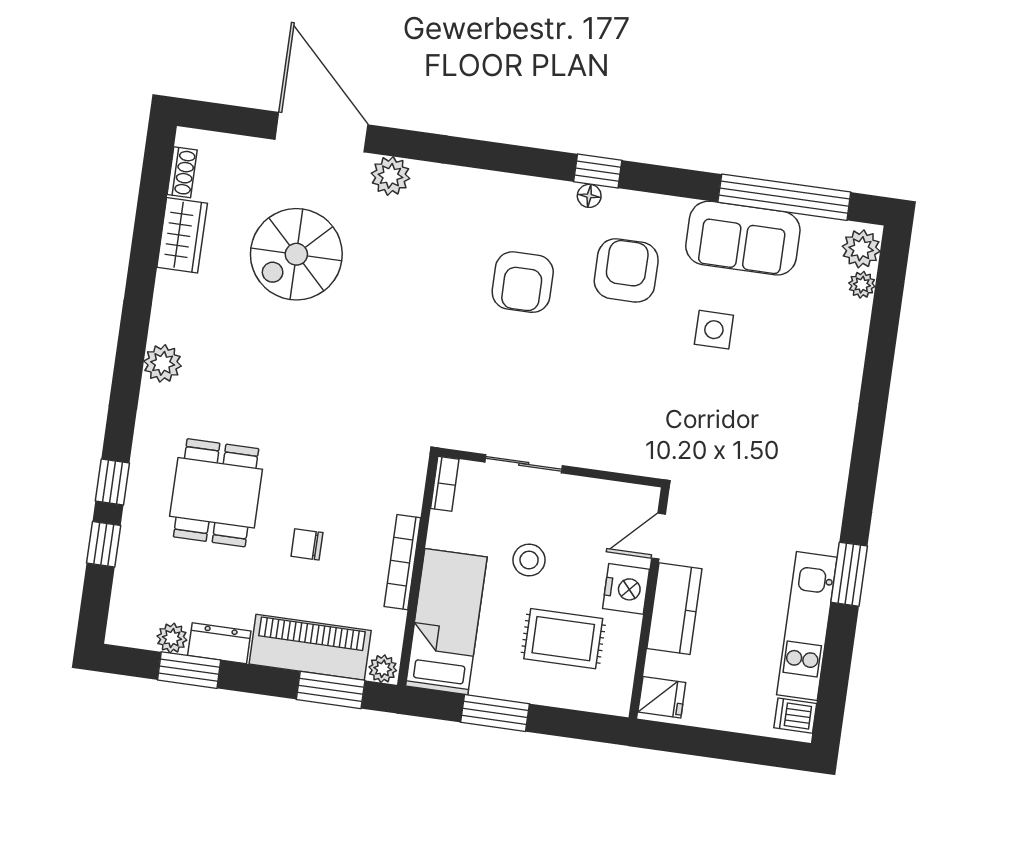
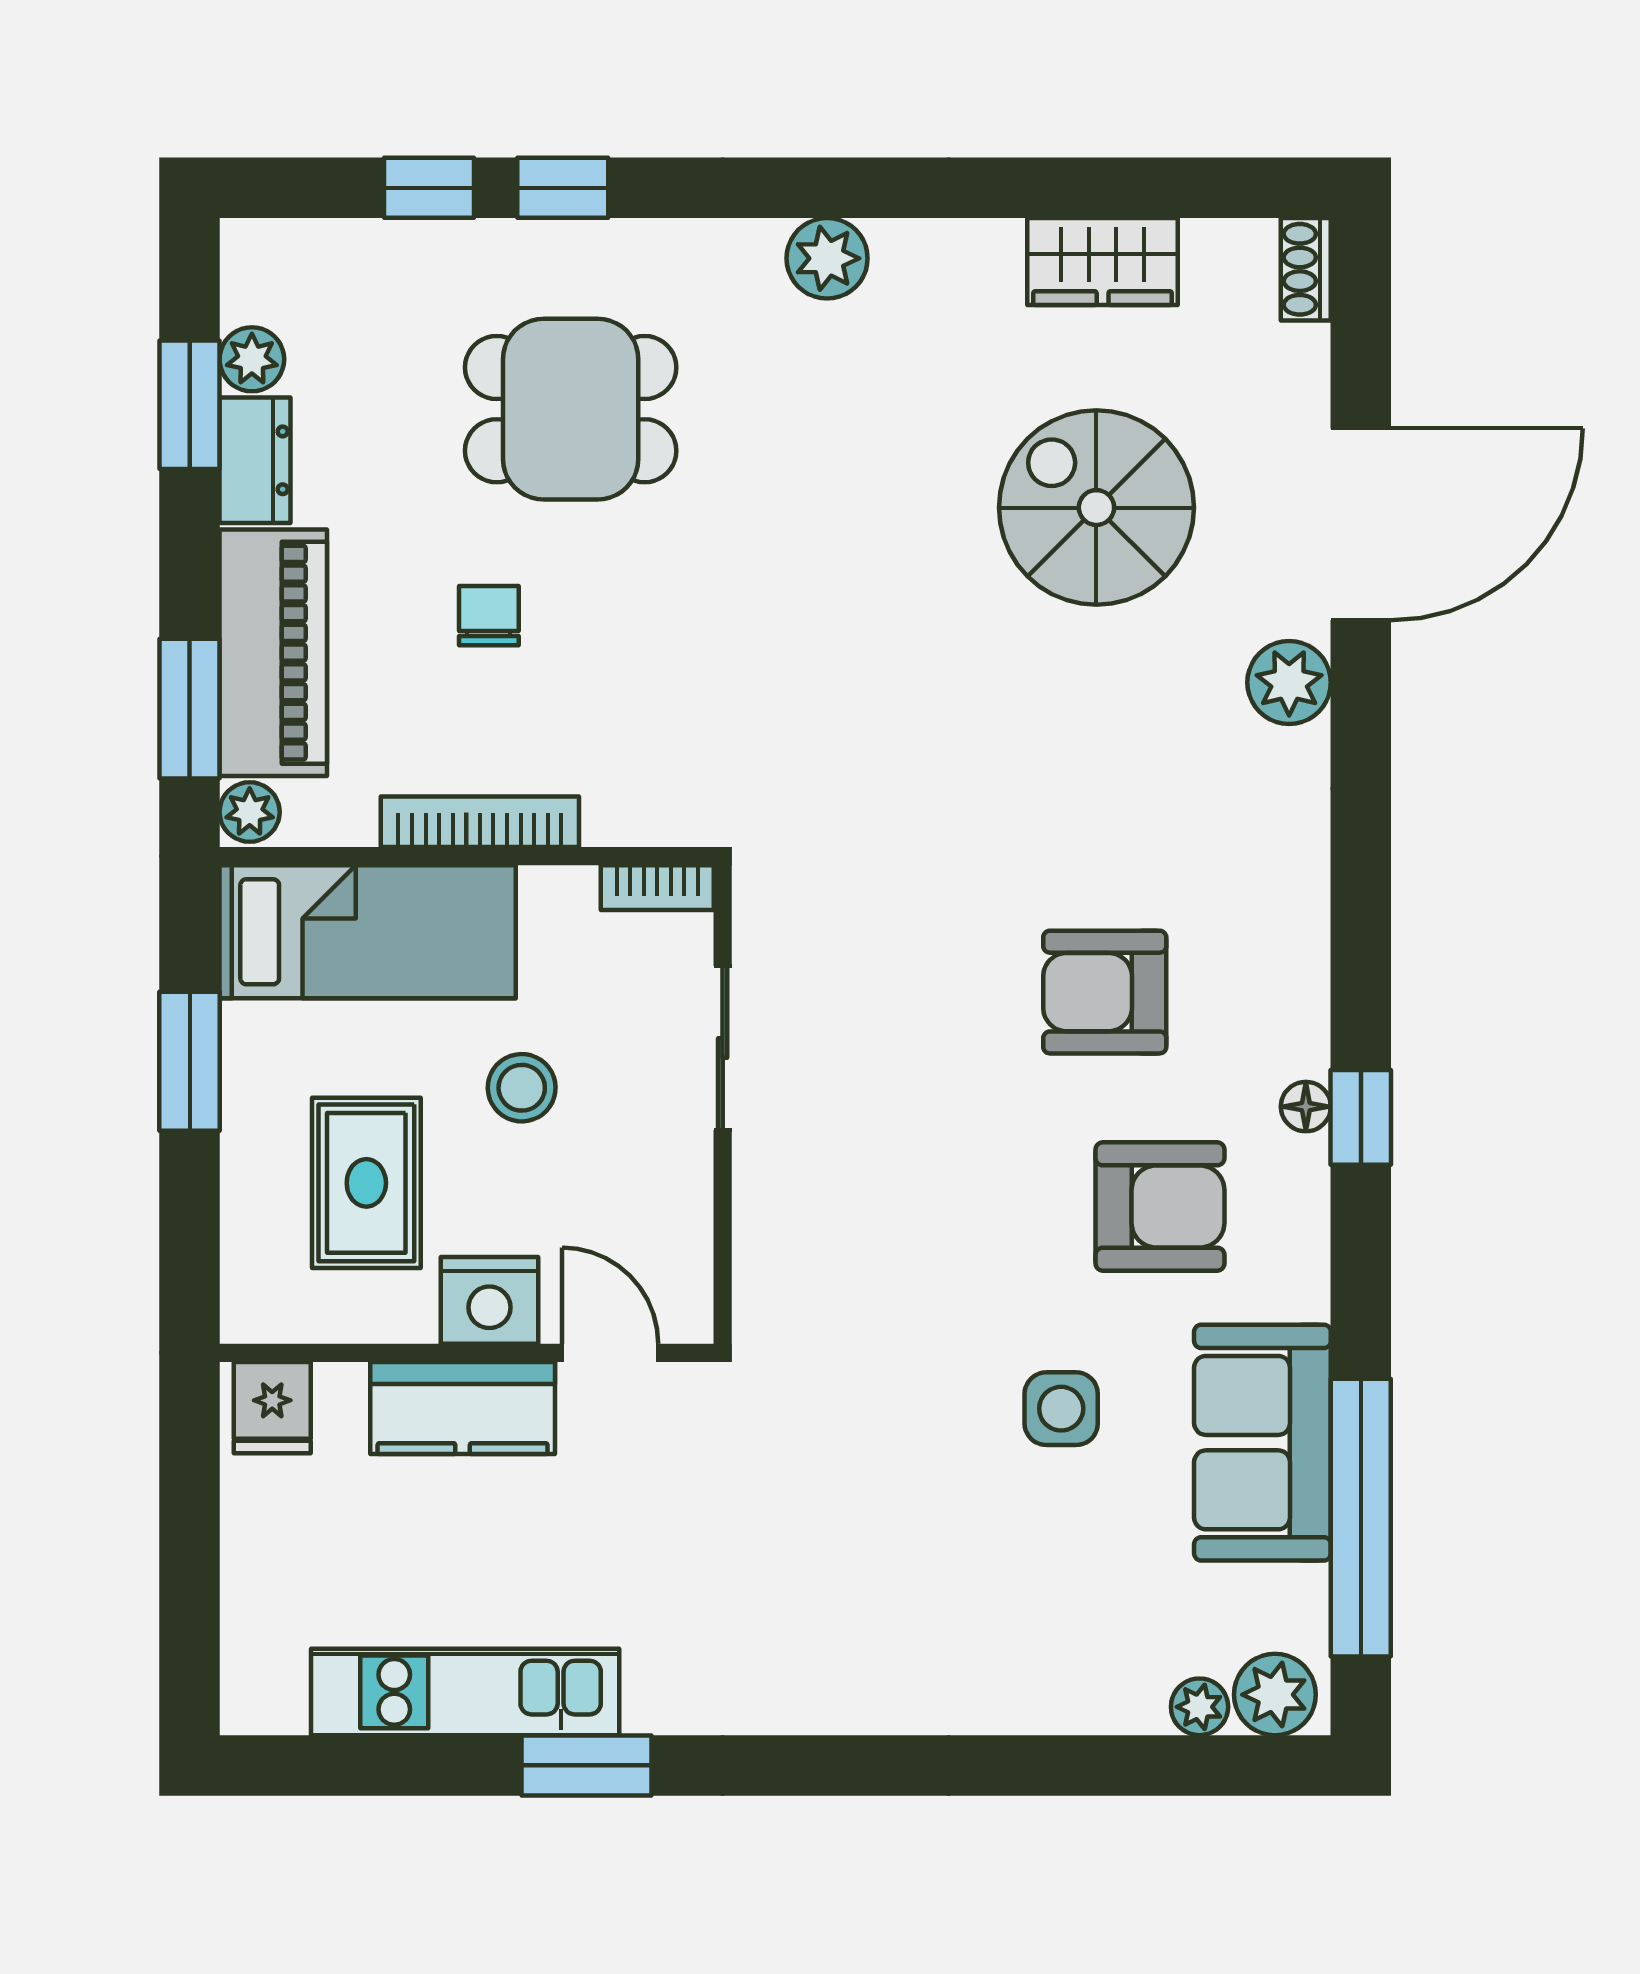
shoe rack: (182, 172) -> (1306, 269), moved, turned 90
dishwasher: (795, 716) -> (273, 1694), removed

